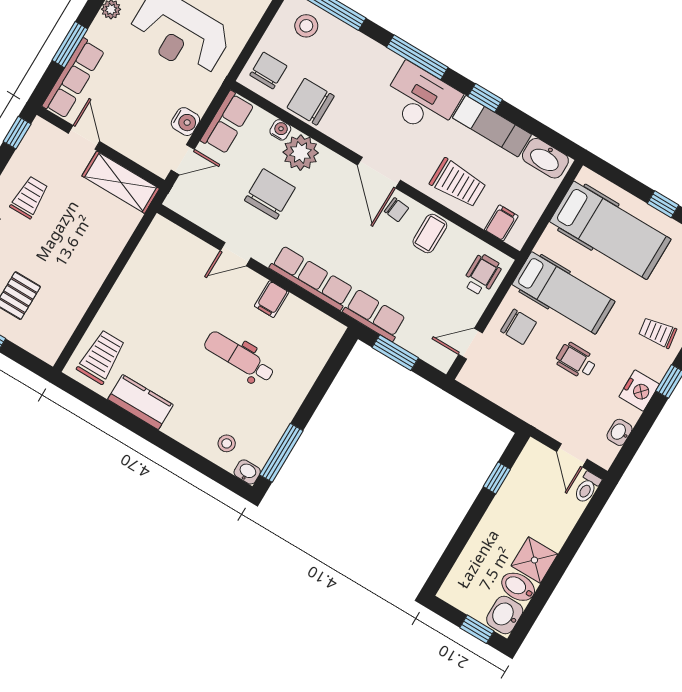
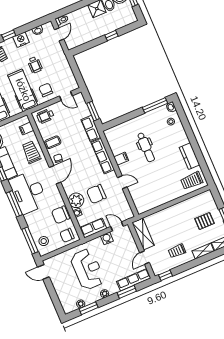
desk: (421, 99) -> (28, 192), width x1.36, depth x1.30
chair: (311, 102) -> (61, 215), turned 90
window: (497, 478) -> (112, 36), moved

